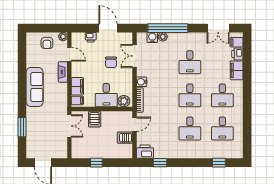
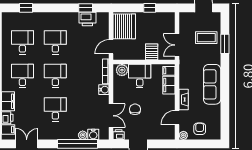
printer: (91, 37) -> (119, 135), moved
door: (69, 54) -> (177, 118), hinge flipped
coffee table: (40, 133) -> (206, 38), added
server rack: (125, 138) -> (124, 26), width x2.18, depth x1.44
printer: (145, 152) -> (87, 19), moved

